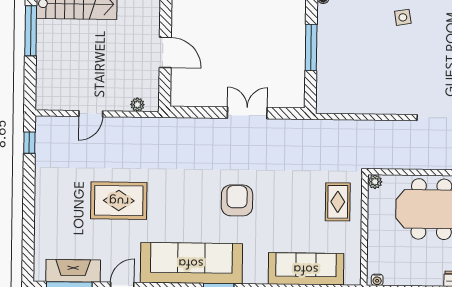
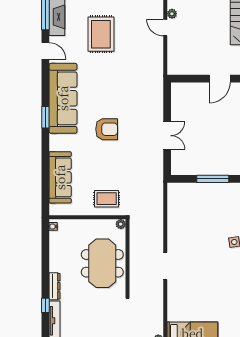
door: (165, 52) -> (220, 79), moved
plant: (137, 105) -> (172, 14), moved
rug: (119, 201) -> (101, 34), moved

